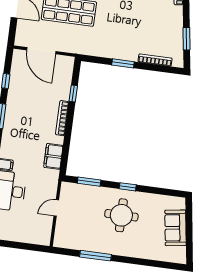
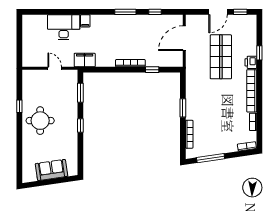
window: (187, 39) -> (211, 158), width x1.44
filing cabinet: (53, 156) -> (85, 60), moved
round table: (121, 215) -> (40, 121), moved
window: (95, 256) -> (19, 106), width x0.46

